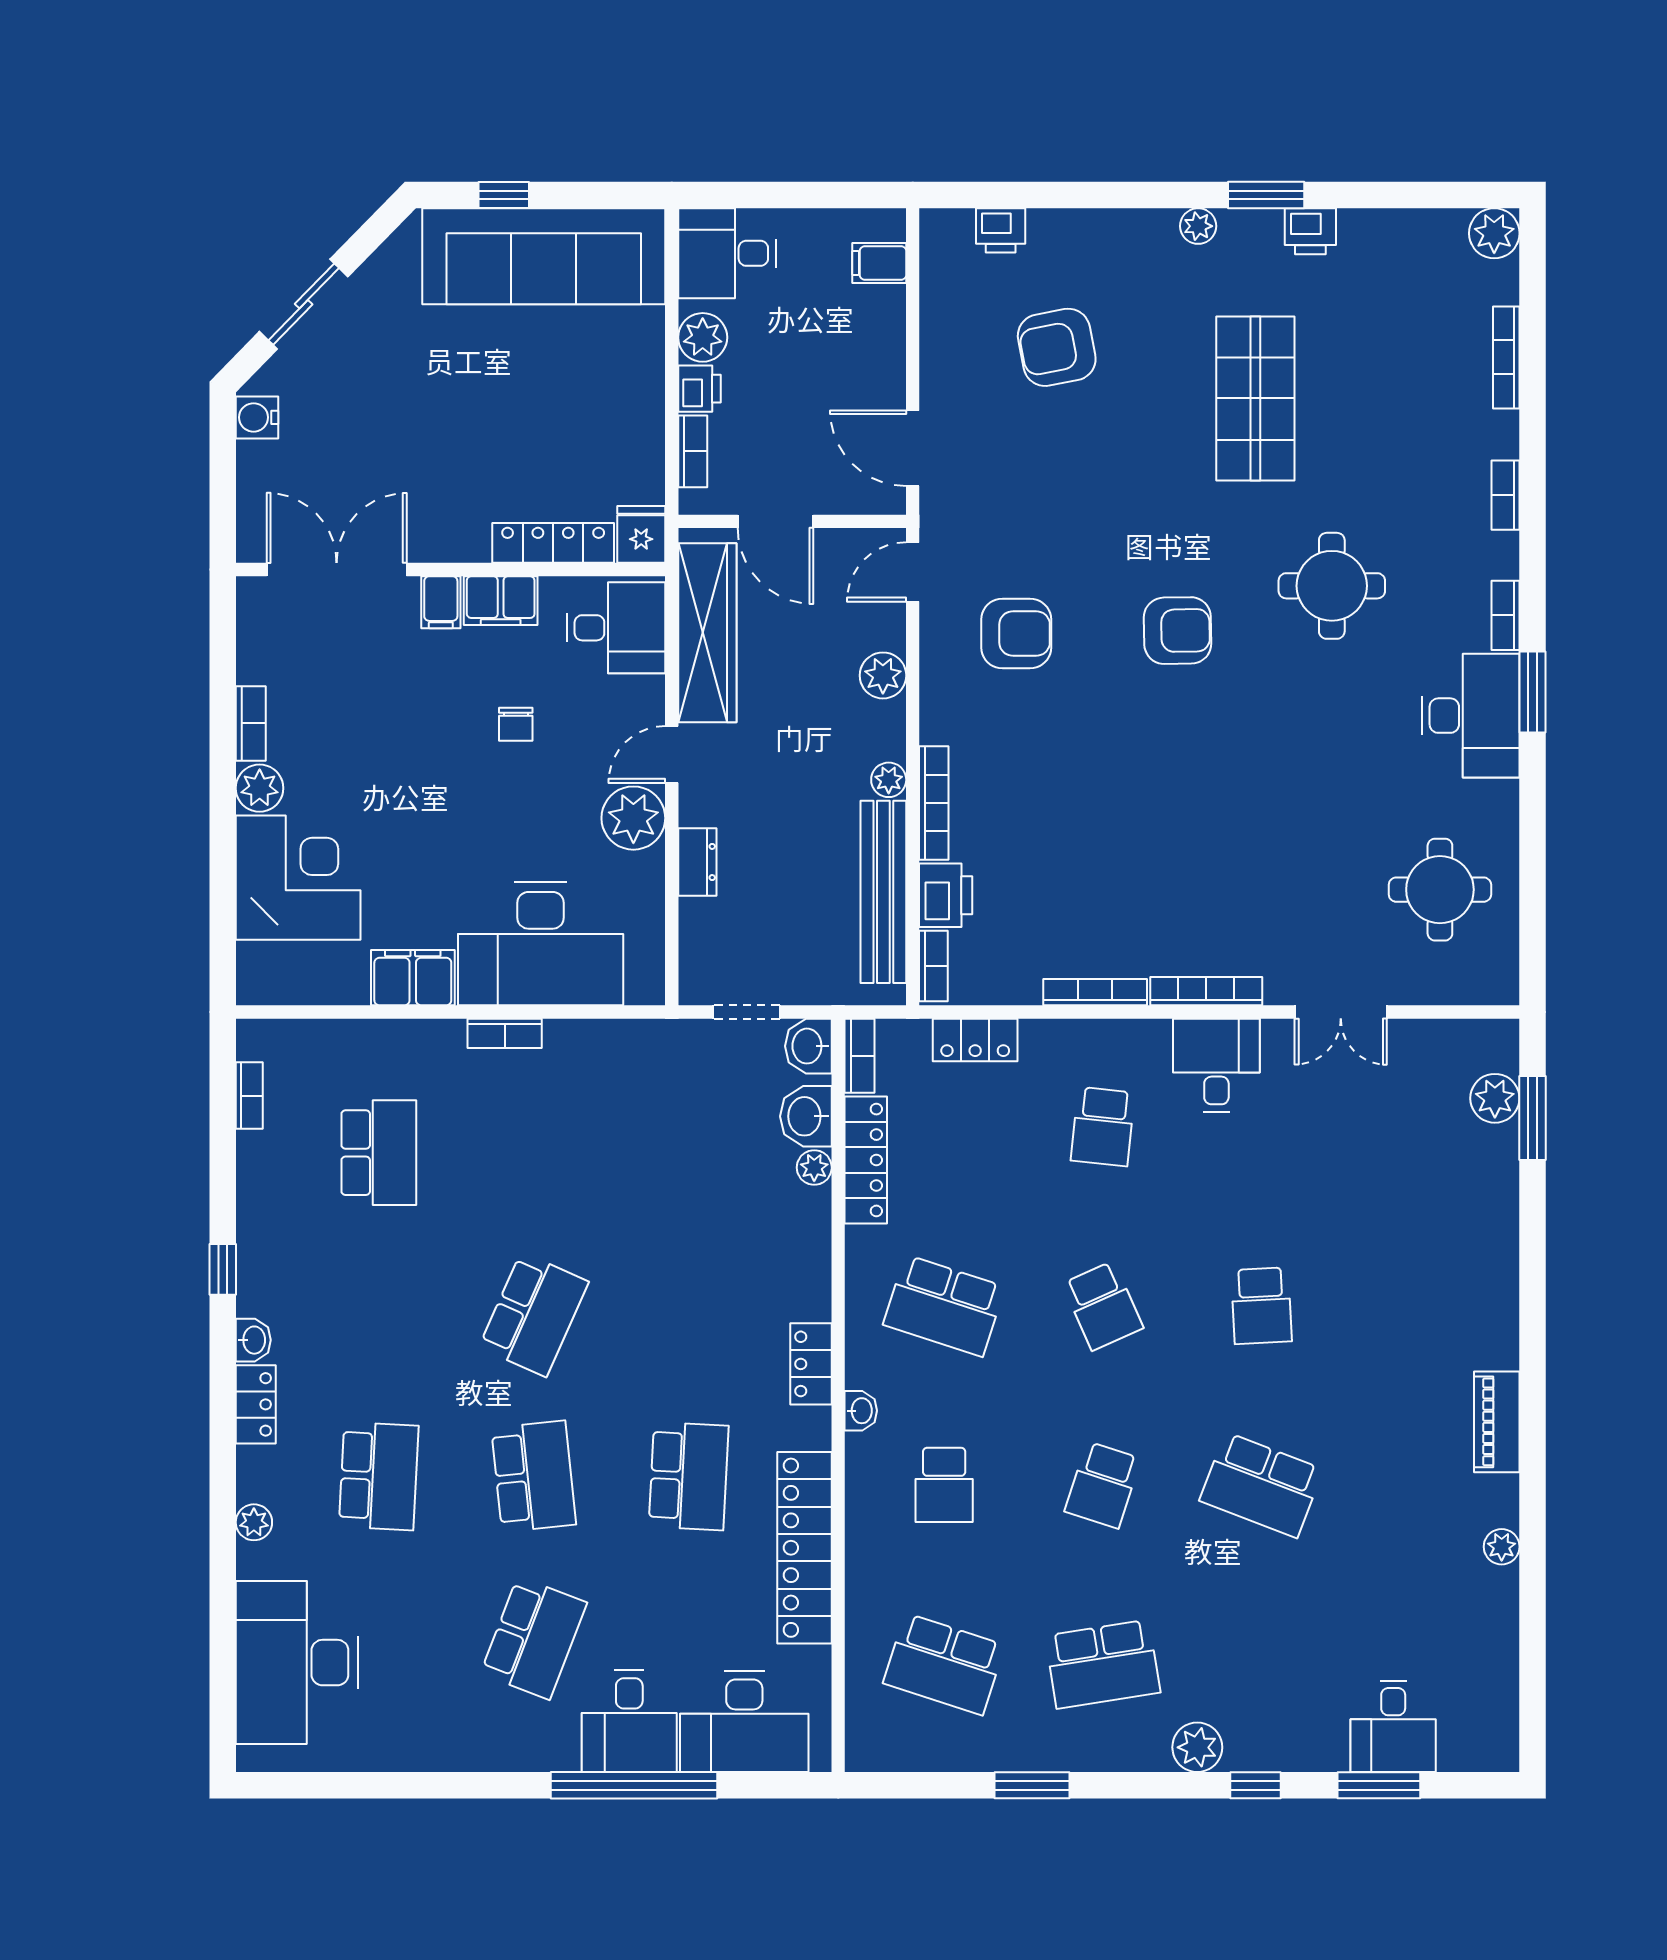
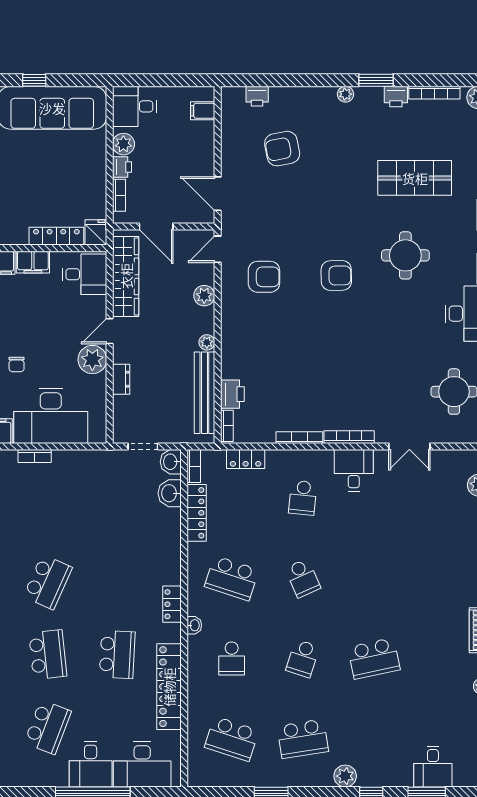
shop shelf: (1255, 398) -> (415, 178), moved, turned 90
chair: (516, 724) -> (17, 364), moved
bookcase: (934, 803) -> (434, 93), moved, turned 90
plant: (814, 1168) -> (173, 516), removed
school desk: (1261, 1306) -> (374, 578), removed
school desk: (1261, 1485) -> (374, 658), turned -33

